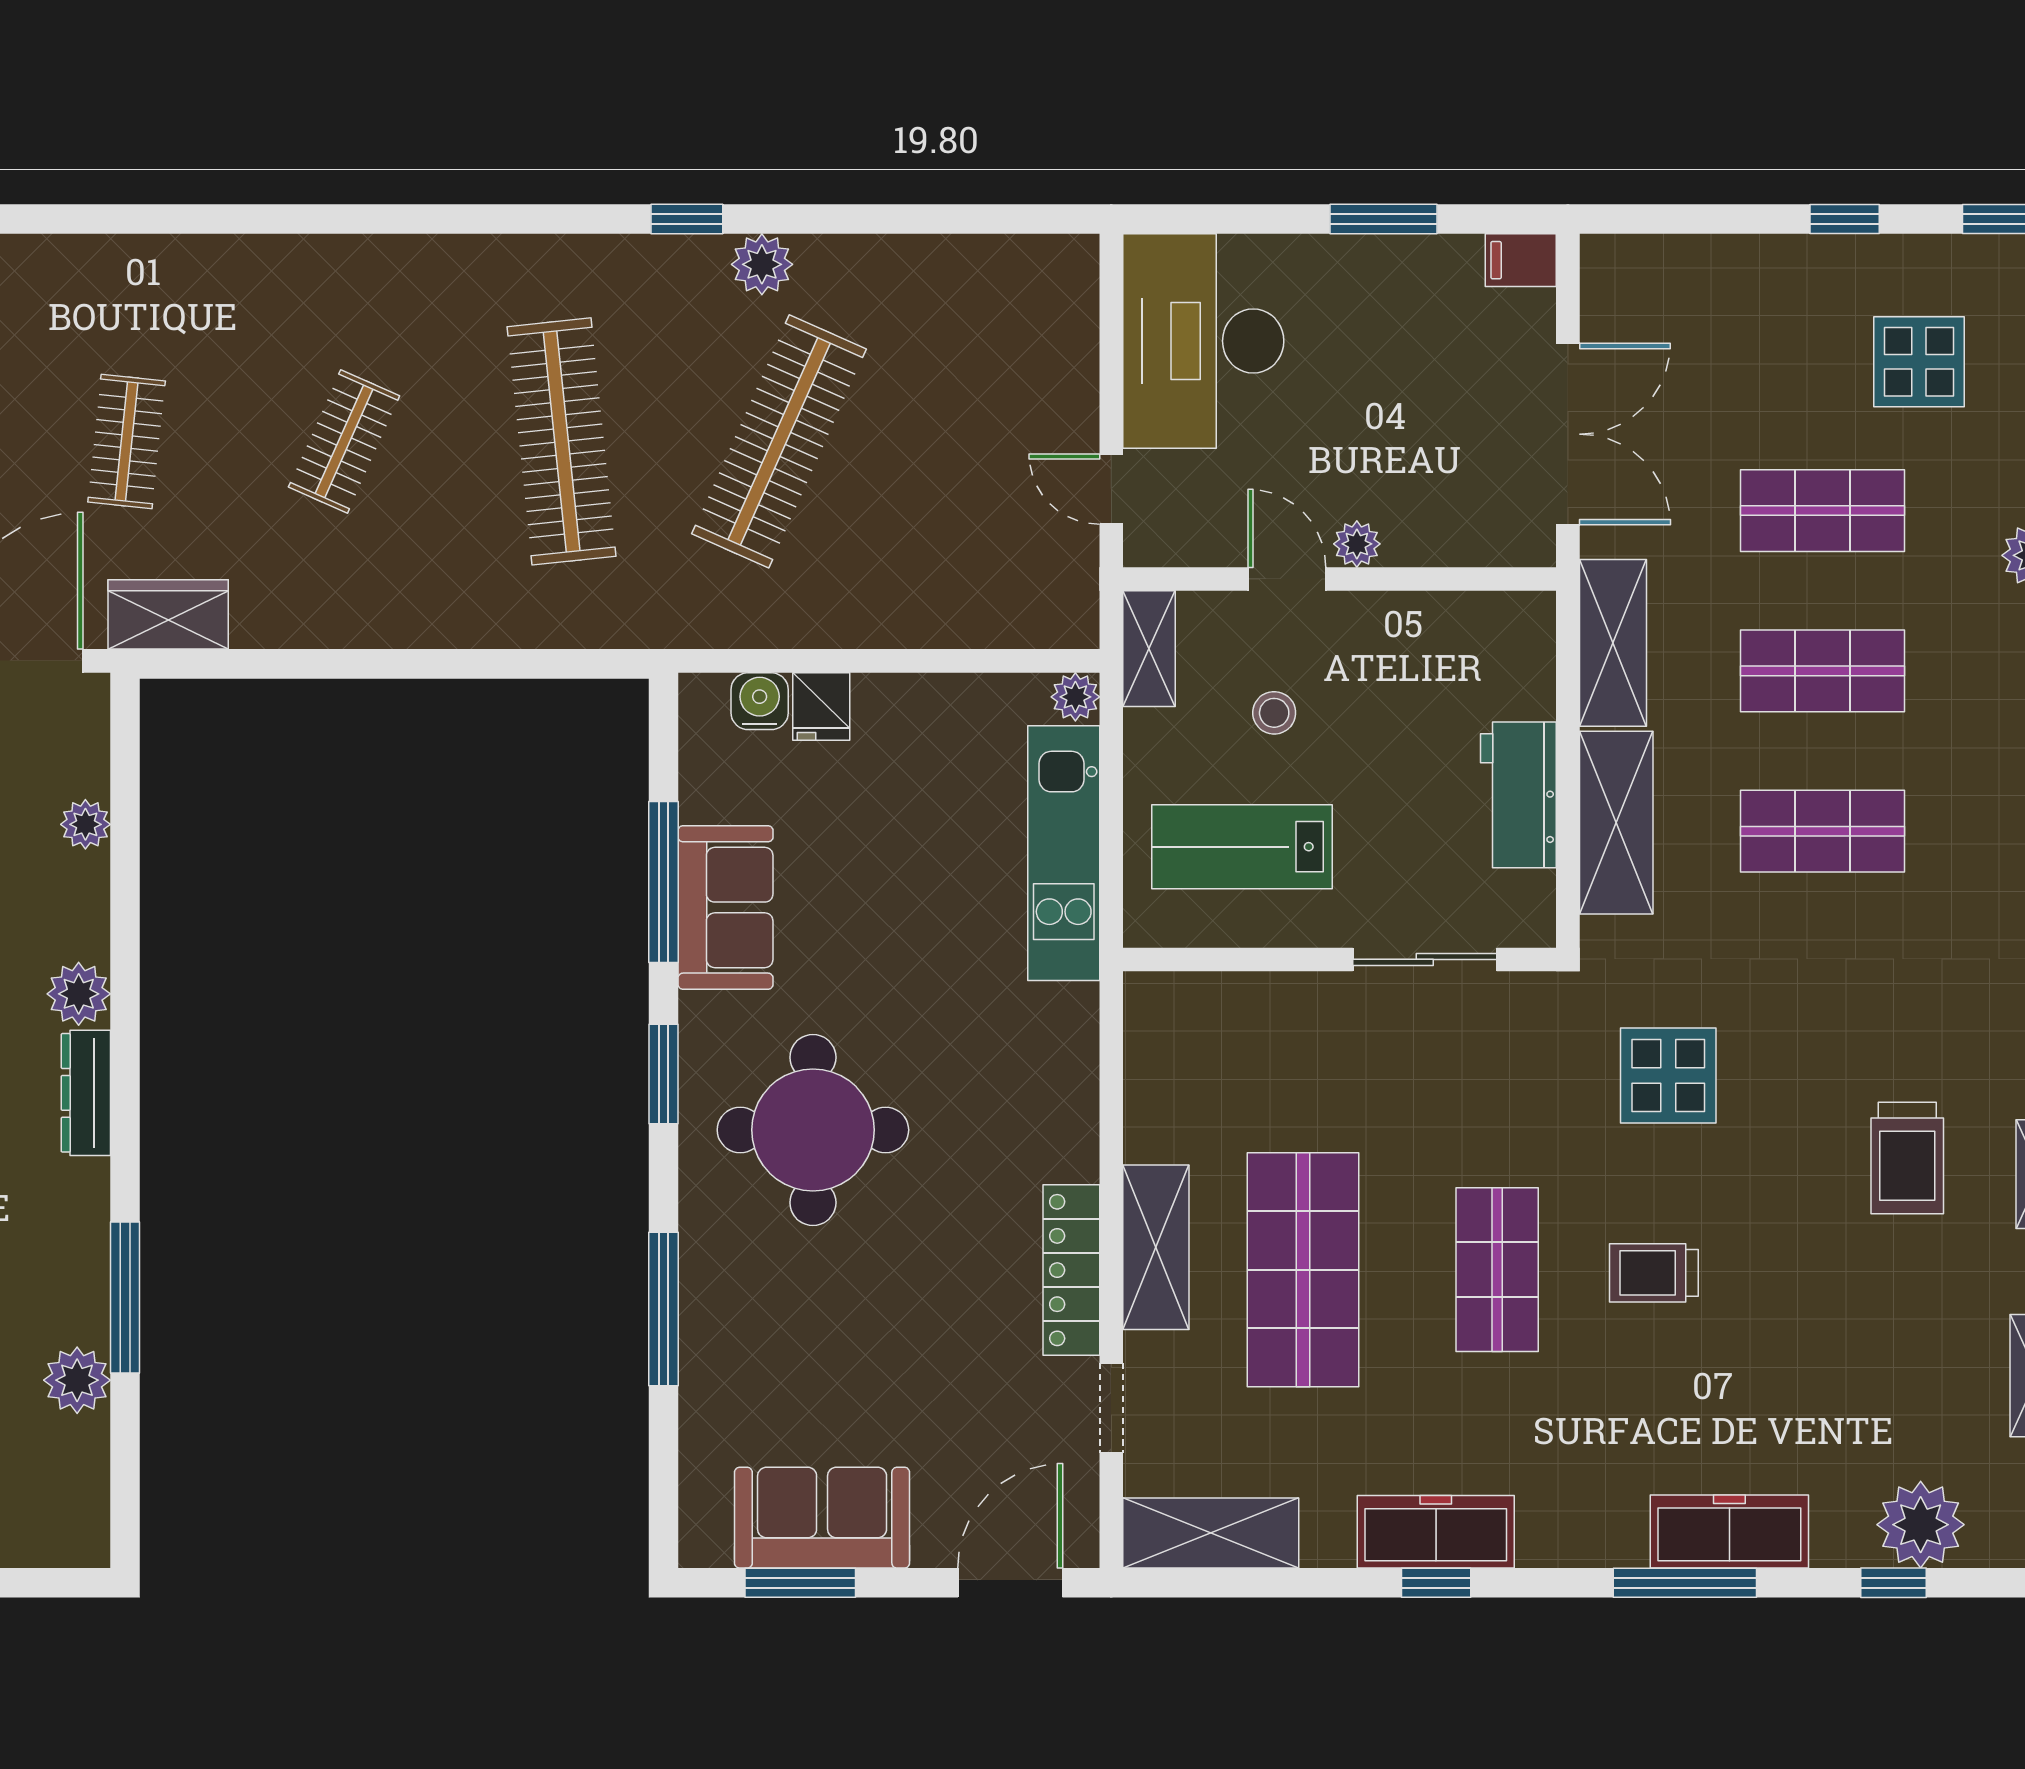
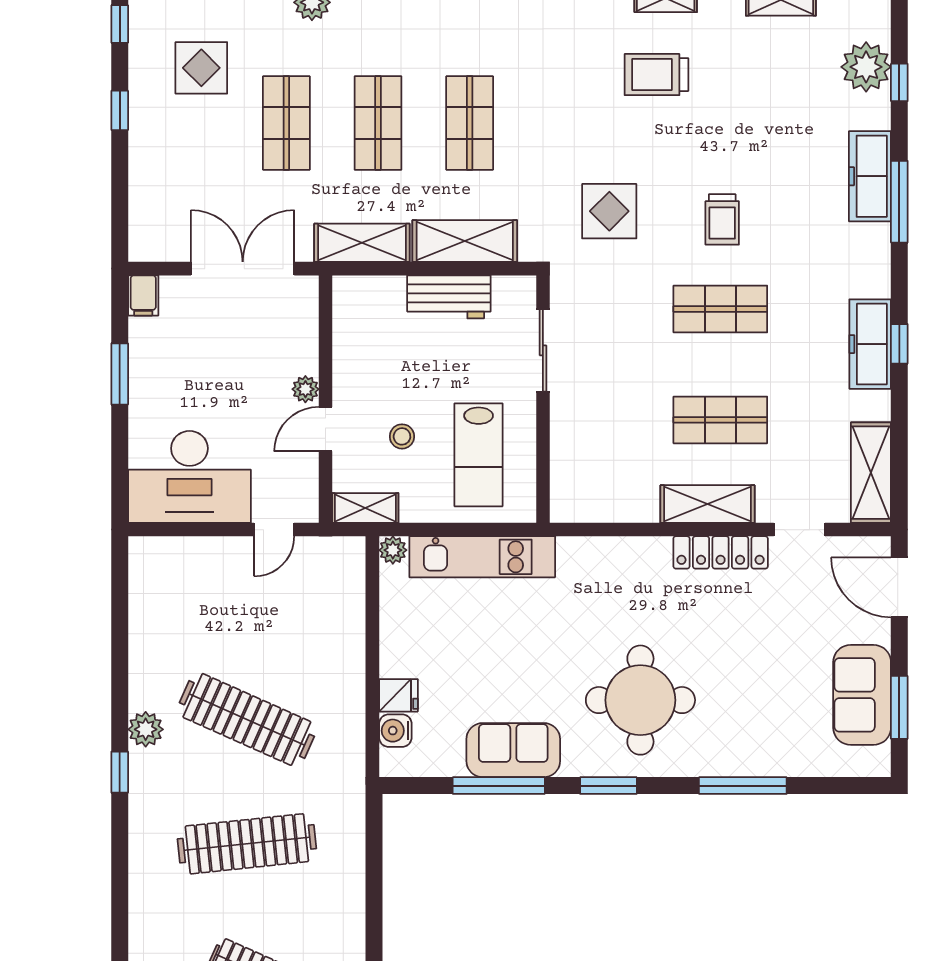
trolley: (1907, 1158) -> (656, 75), turned 180
shop shelf: (1303, 1270) -> (720, 420), width x0.70, depth x0.74

